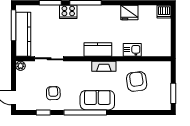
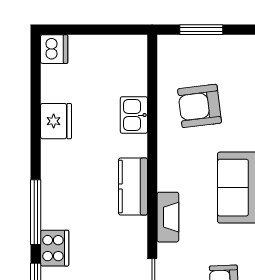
fireplace: (104, 66) -> (168, 217), moved
window: (173, 93) -> (201, 30), moved

